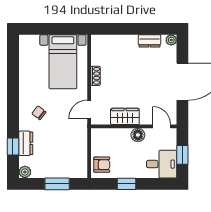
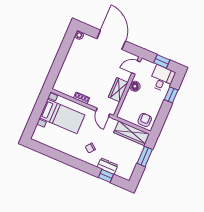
dresser: (150, 41) -> (73, 50), removed
wardrobe: (79, 156) -> (132, 133), added
plant: (25, 172) -> (127, 175), removed
window: (127, 184) -> (171, 95), moved

